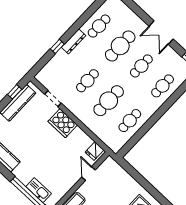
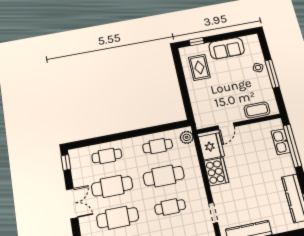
cafe table: (141, 66) -> (112, 186), width x1.37, depth x1.35
cooker: (63, 123) -> (216, 172), moved
plant: (113, 143) -> (187, 137), added
fridge: (95, 151) -> (211, 146), width x1.88, depth x1.34

